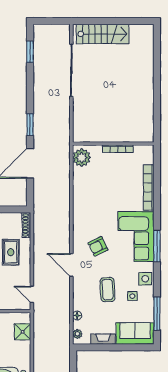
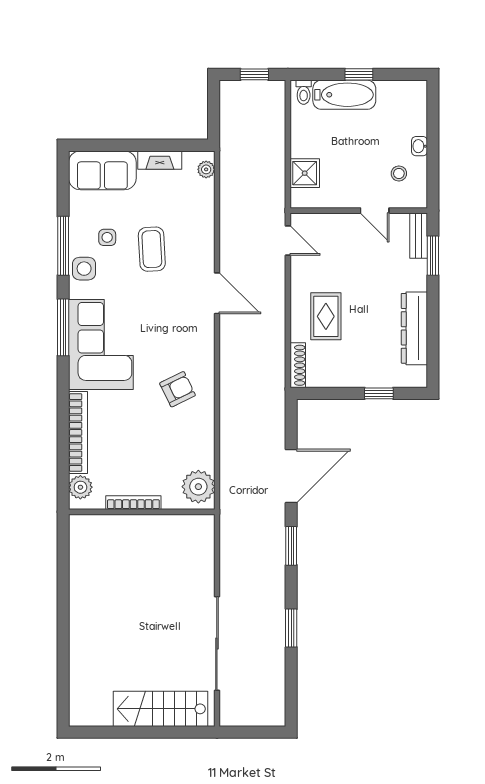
window: (30, 52) -> (291, 628), moved
plant: (147, 157) -> (80, 487), added
armchair: (98, 246) -> (178, 389), moved
window: (157, 314) -> (63, 246), moved
floor lamp: (77, 315) -> (207, 203), removed

